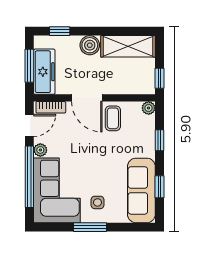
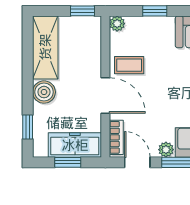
window: (29, 66) -> (68, 162), width x0.67
door: (87, 98) -> (105, 96), hinge flipped

